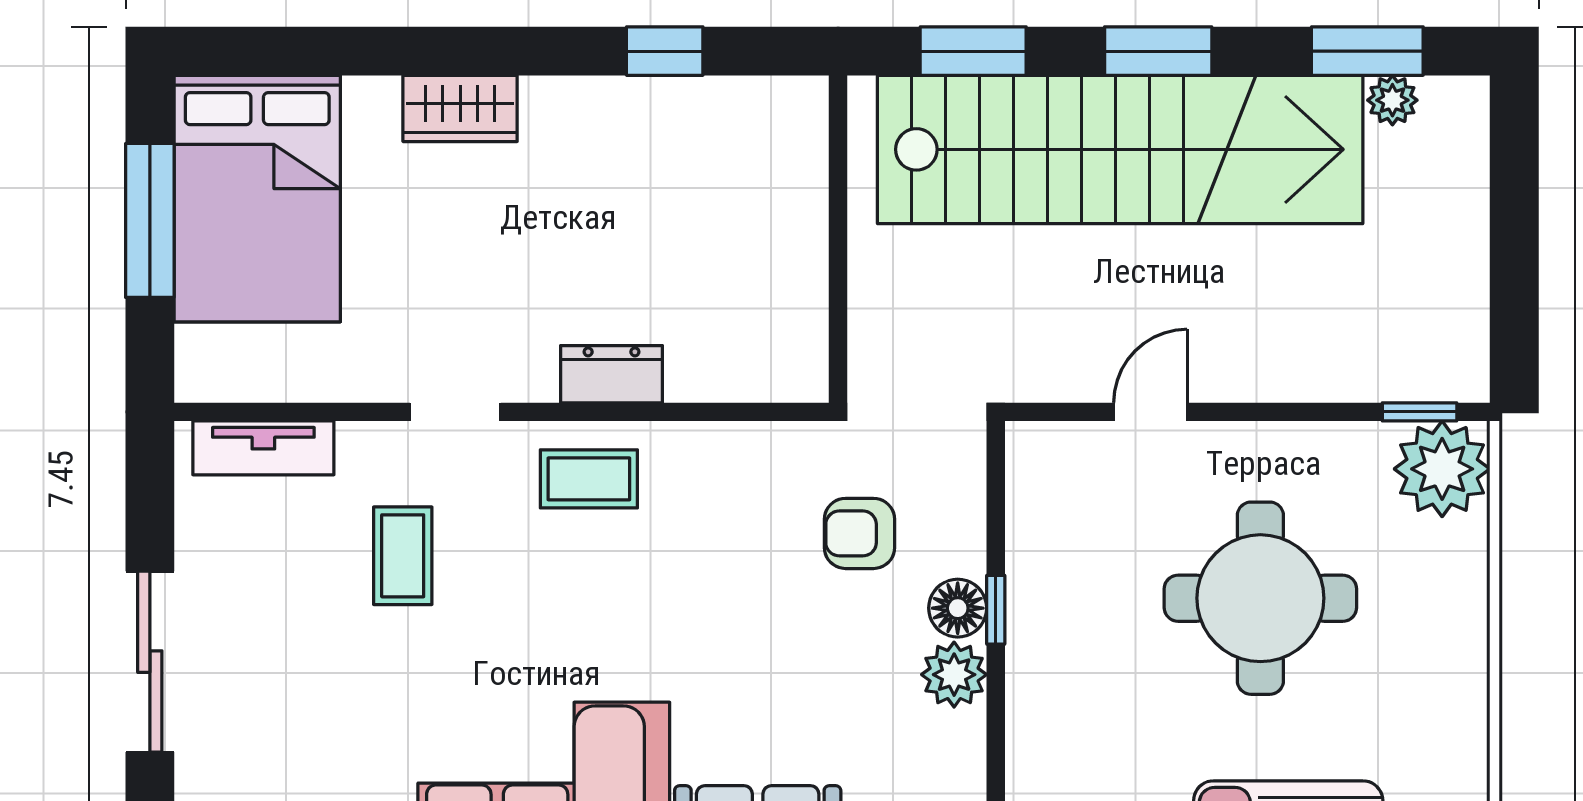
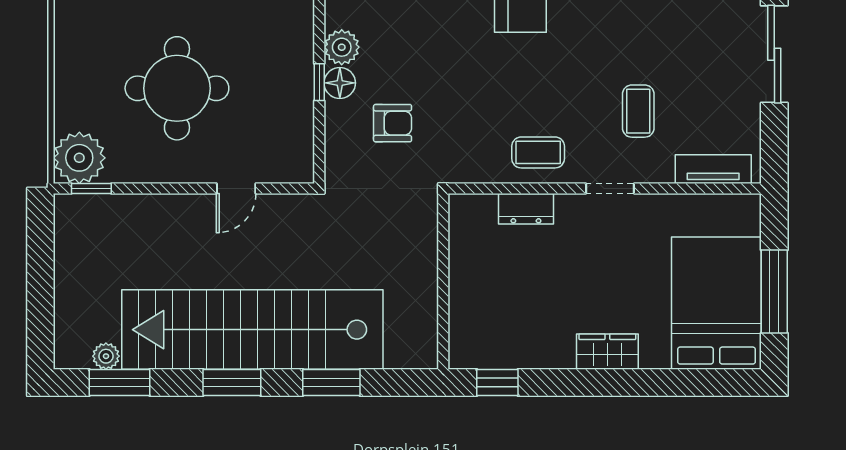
wall: (838, 239) -> (443, 281), moved

